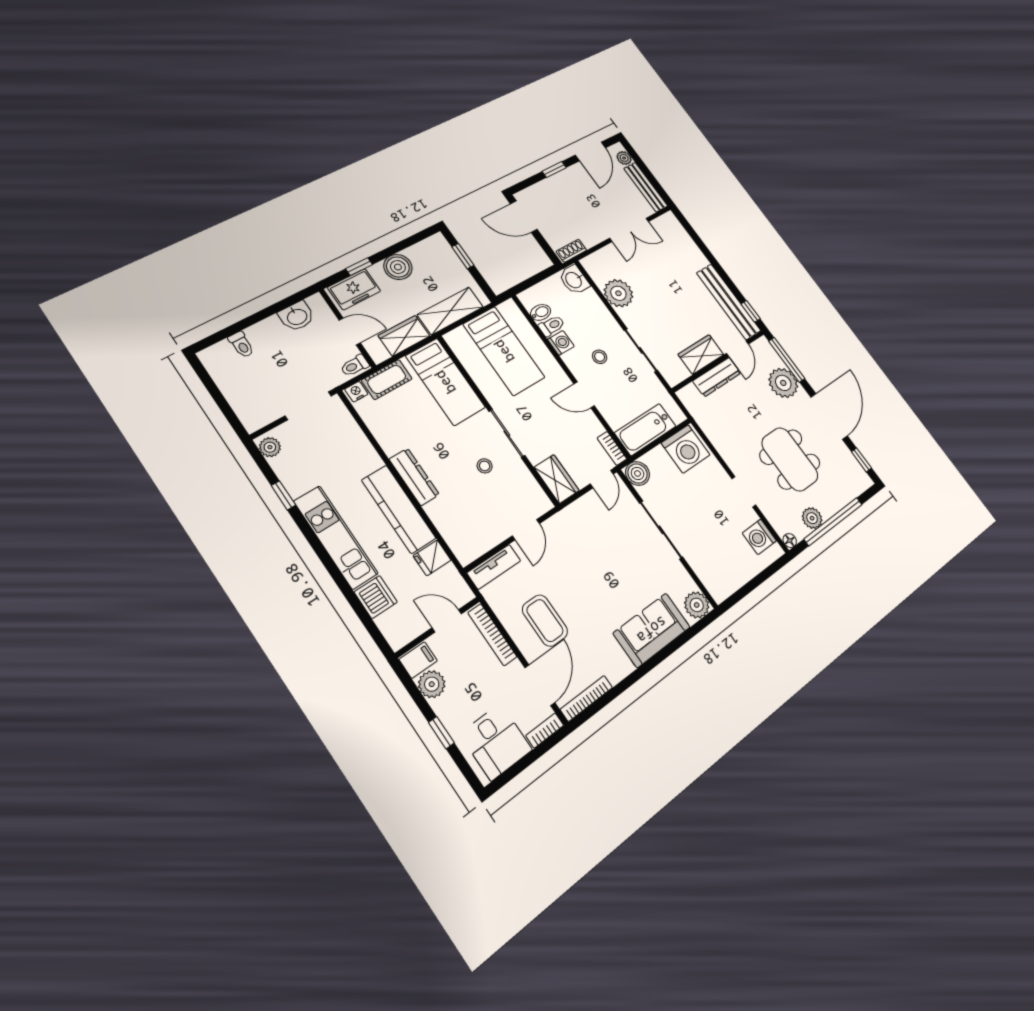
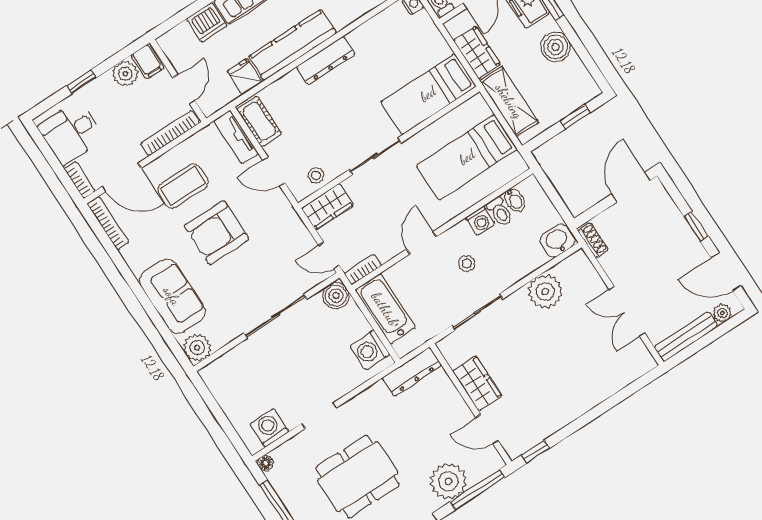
bench: (729, 302) -> (545, 425), removed
dresser: (717, 377) -> (412, 372), moved, turned -90
cot: (387, 379) -> (259, 121), moved
washing machine: (686, 449) -> (370, 350), width x0.73, depth x0.73
stool: (485, 466) -> (316, 175), moved
plant: (812, 518) -> (291, 494), removed
armchair: (588, 586) -> (217, 232), added

